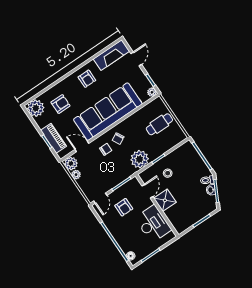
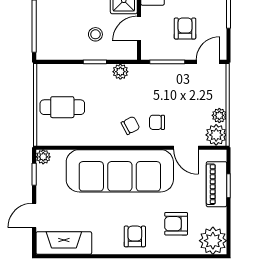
armchair: (87, 79) -> (135, 236), moved
plant: (140, 159) -> (120, 72), width x0.53, depth x0.53

